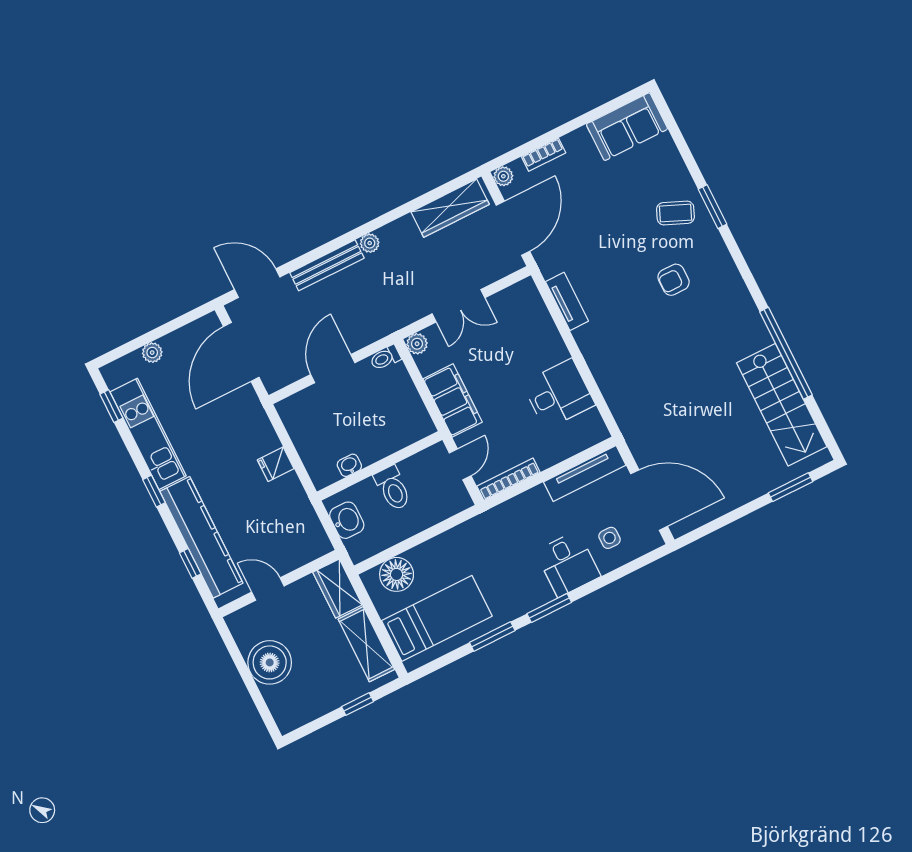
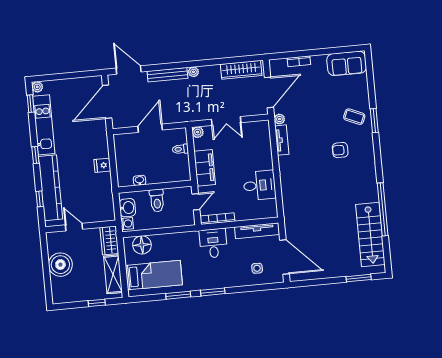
plant: (503, 176) -> (279, 119), moved
plant: (152, 353) -> (37, 87), moved
toilet: (385, 358) -> (180, 149), moved
washing machine: (357, 548) -> (127, 224), added
desk: (568, 564) -> (213, 243), moved, turned 180

